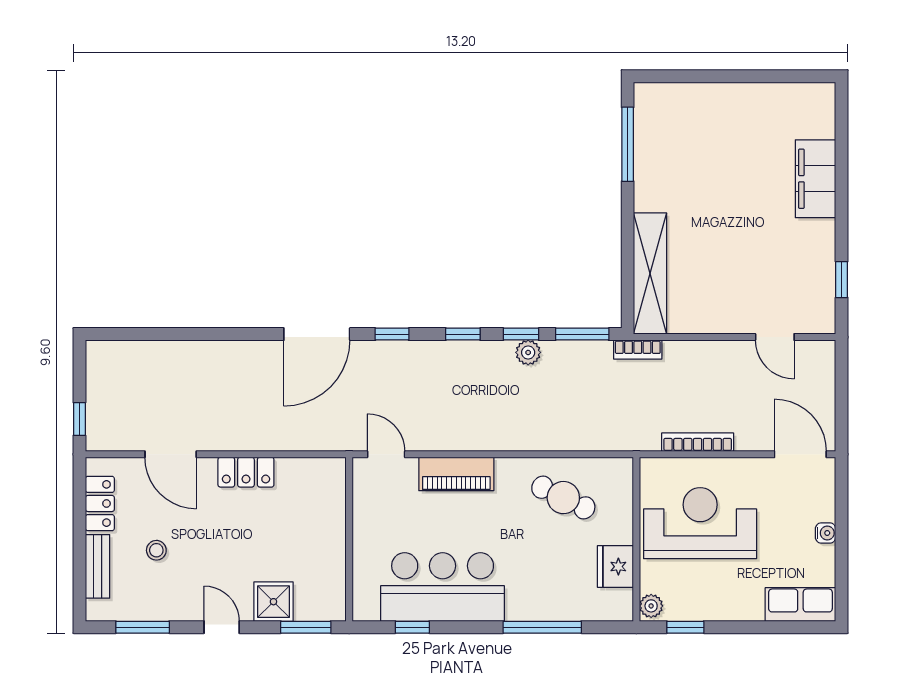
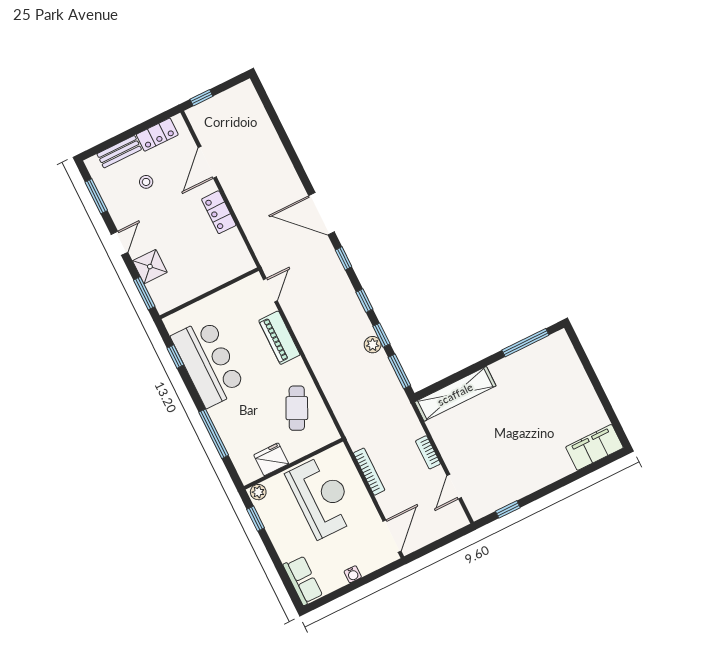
filing cabinet: (816, 179) -> (594, 447), moved
bookcase: (638, 350) -> (428, 452), moved

